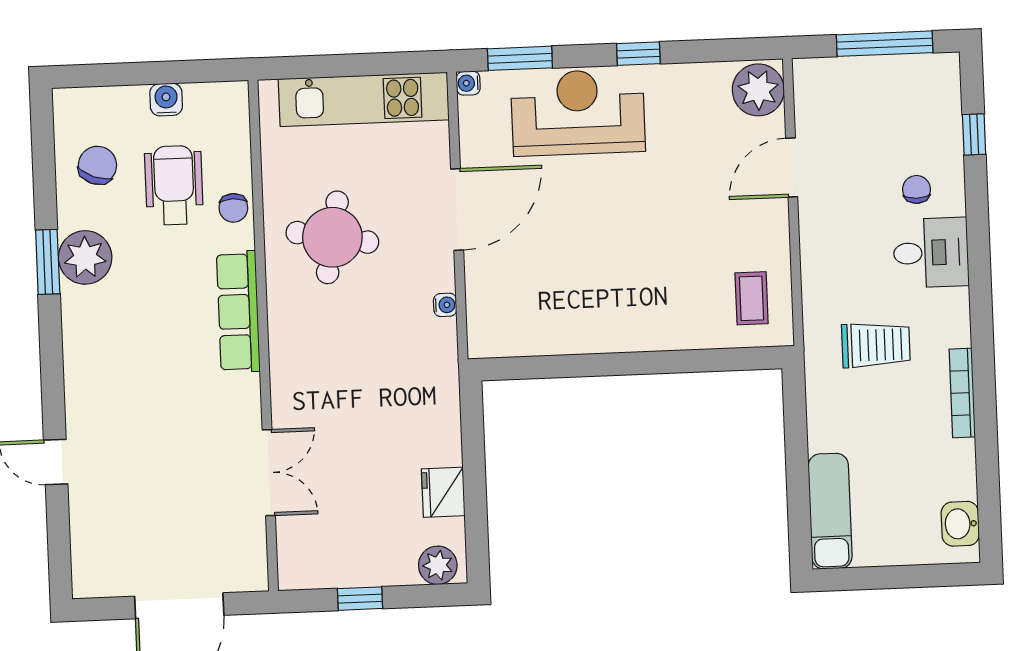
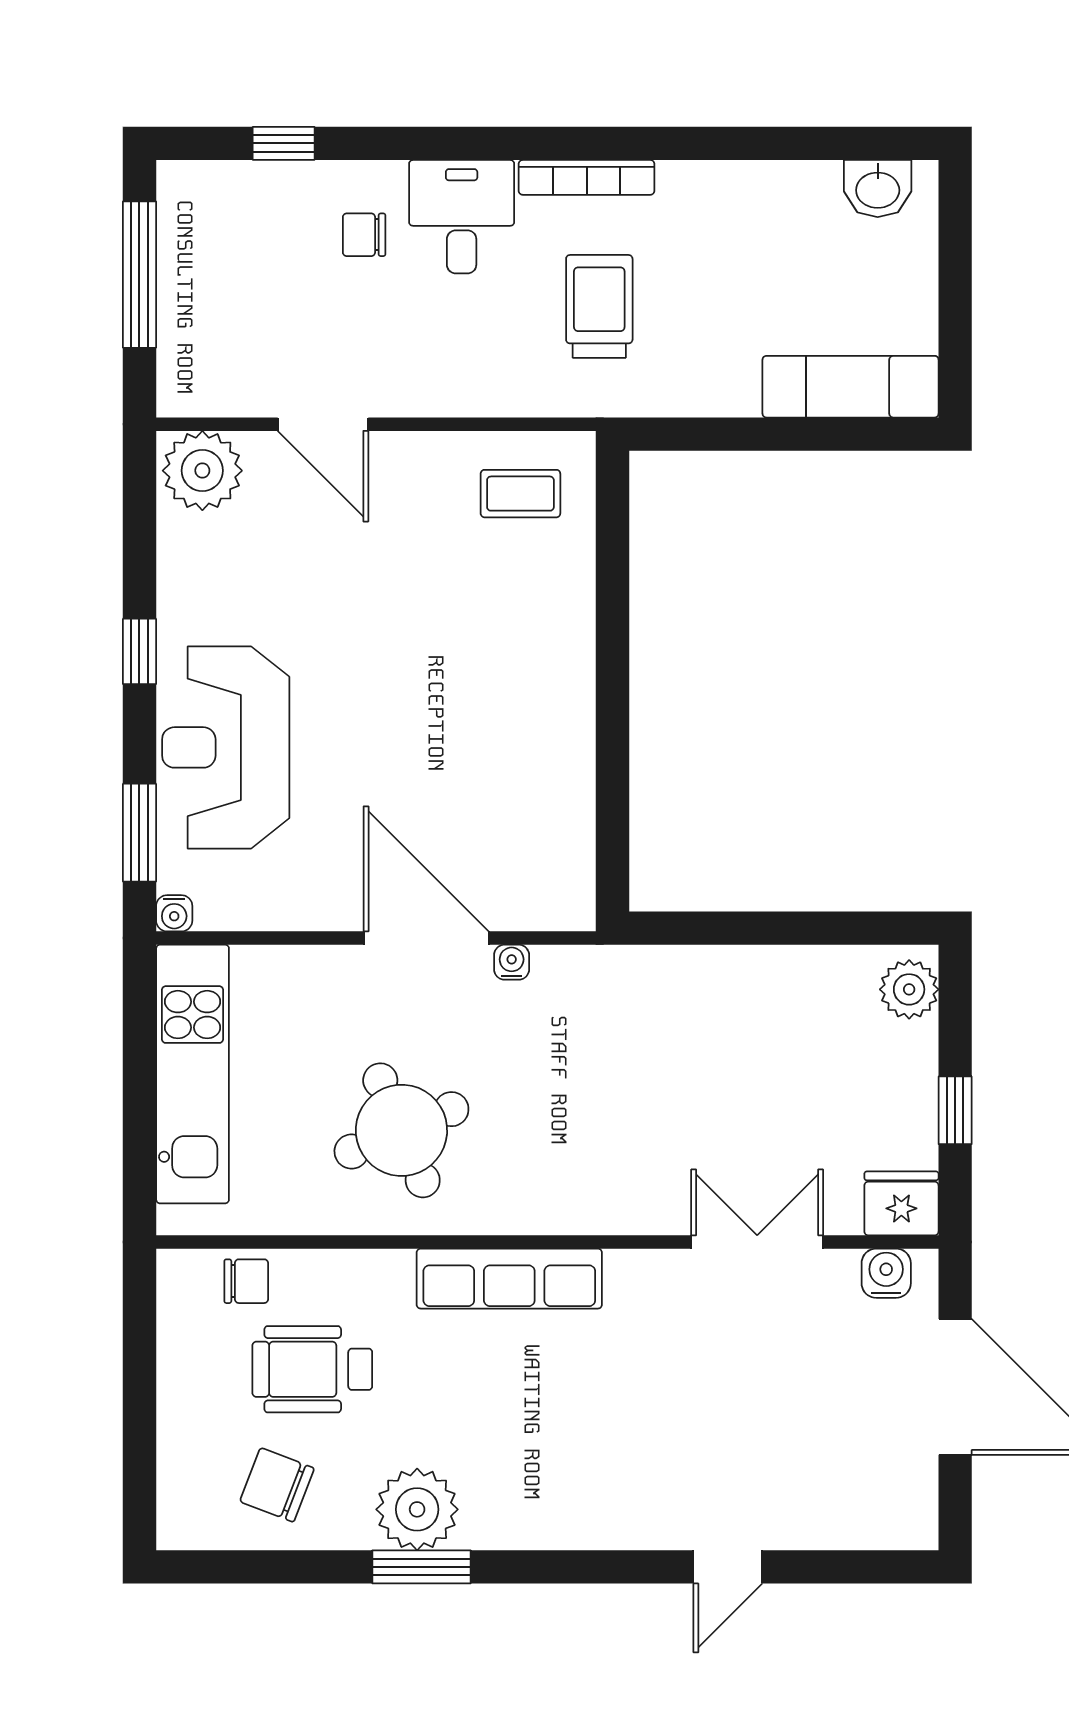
water cooler: (166, 100) -> (886, 1273), moved, turned 90
chair: (233, 208) -> (246, 1281), moved
door: (457, 209) -> (426, 938), moved
round table: (332, 237) -> (401, 1130), turned -33
bookcase: (962, 393) -> (587, 177), moved
fridge: (443, 492) -> (901, 1203), moved, turned 180

